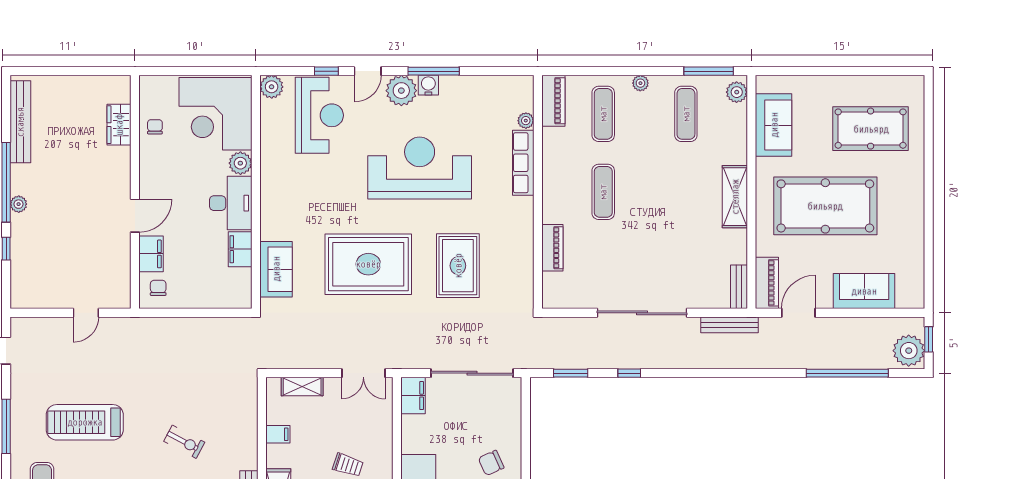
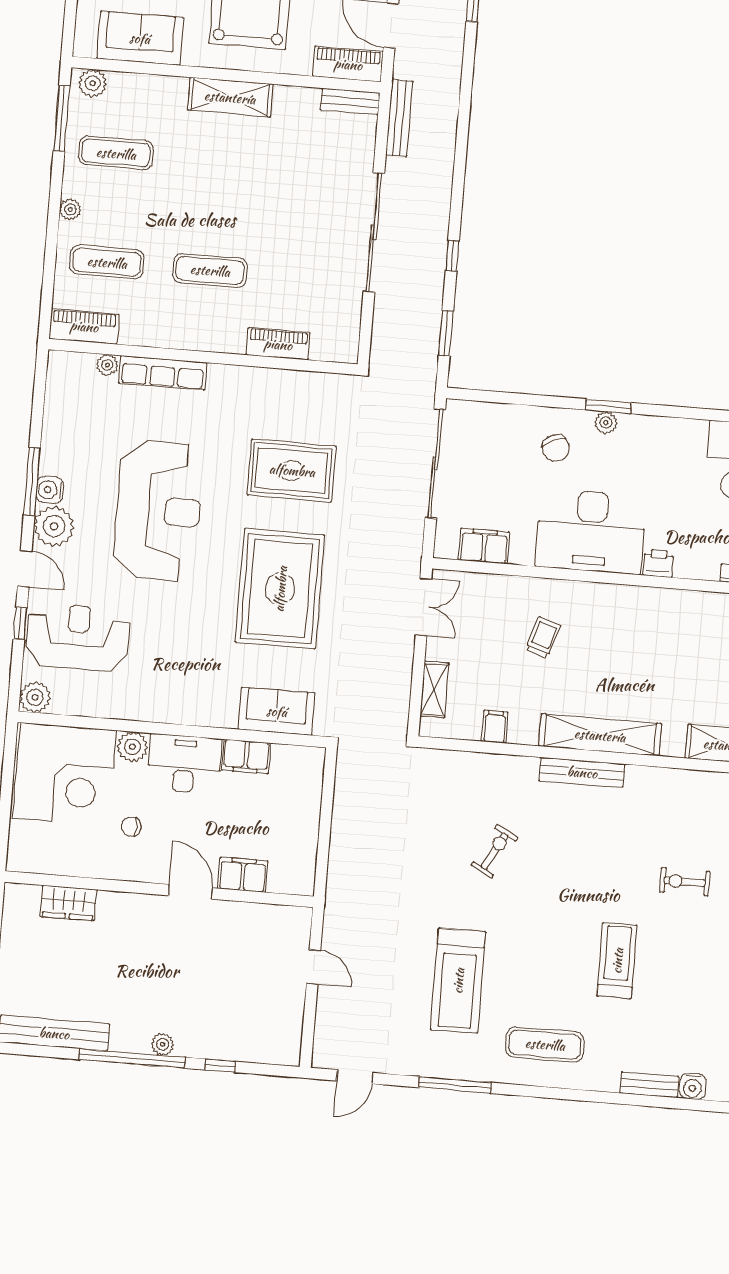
chair: (155, 127) -> (131, 827), moved
reception desk: (420, 168) -> (158, 510), turned 180
chair: (158, 288) -> (288, 869), removed
filing cabinet: (413, 396) -> (484, 546), moved

